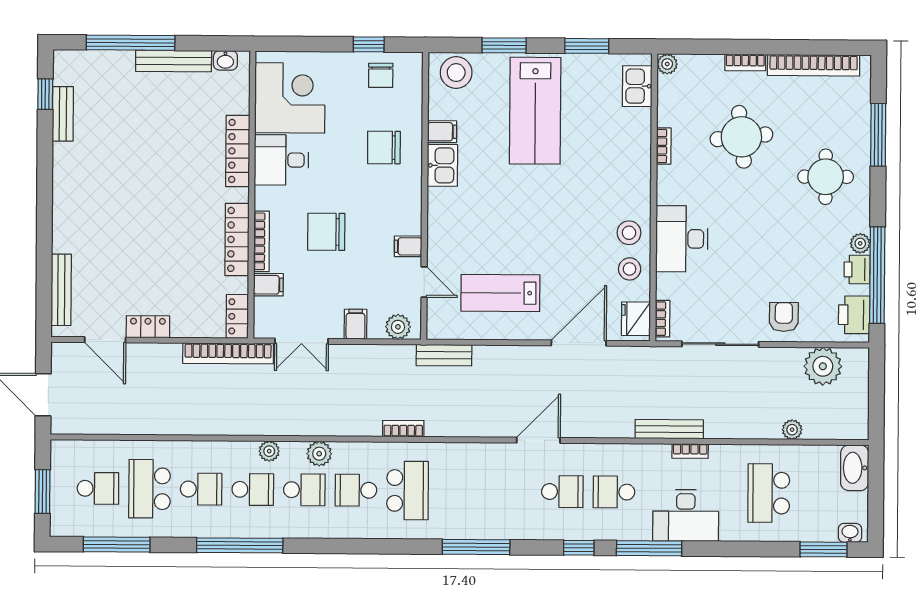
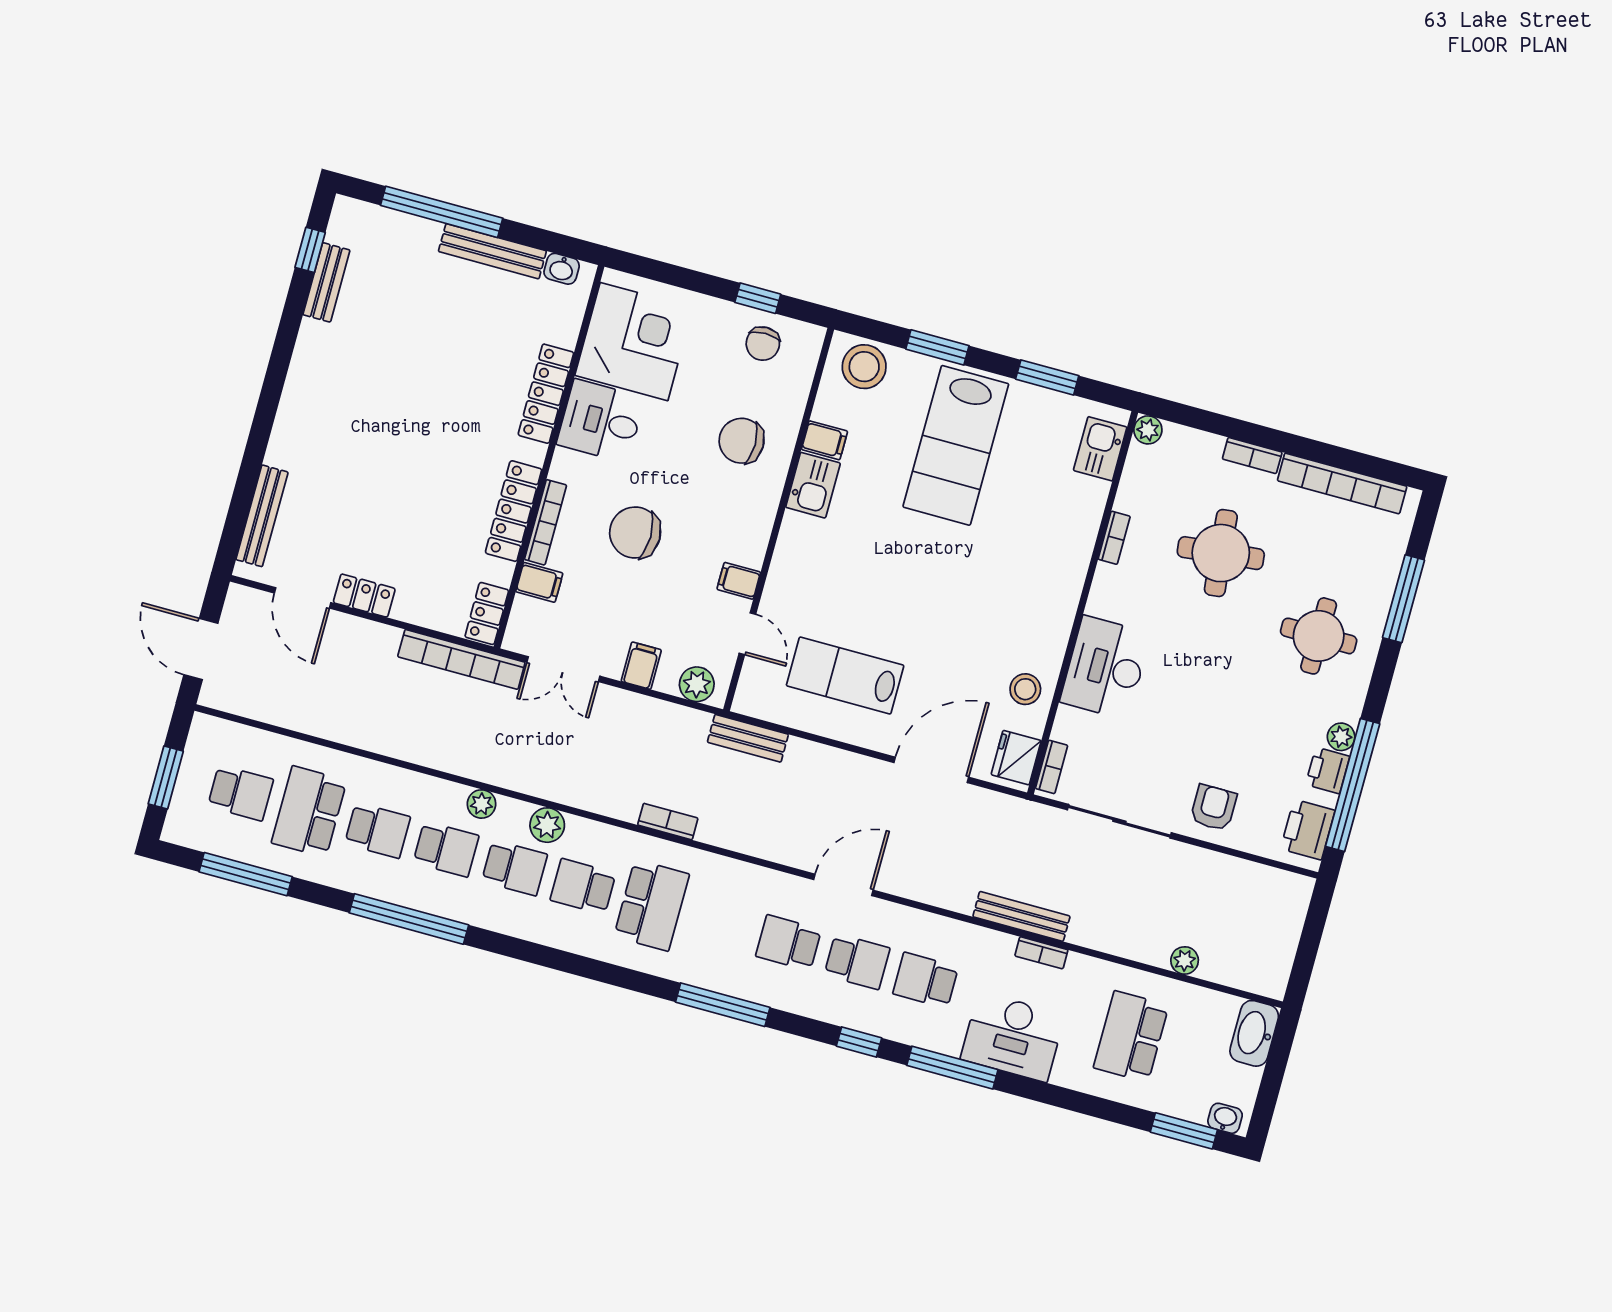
stool: (629, 233) -> (1037, 641), removed
plant: (823, 366) -> (1248, 887), removed
school desk: (511, 491) -> (789, 943), added

